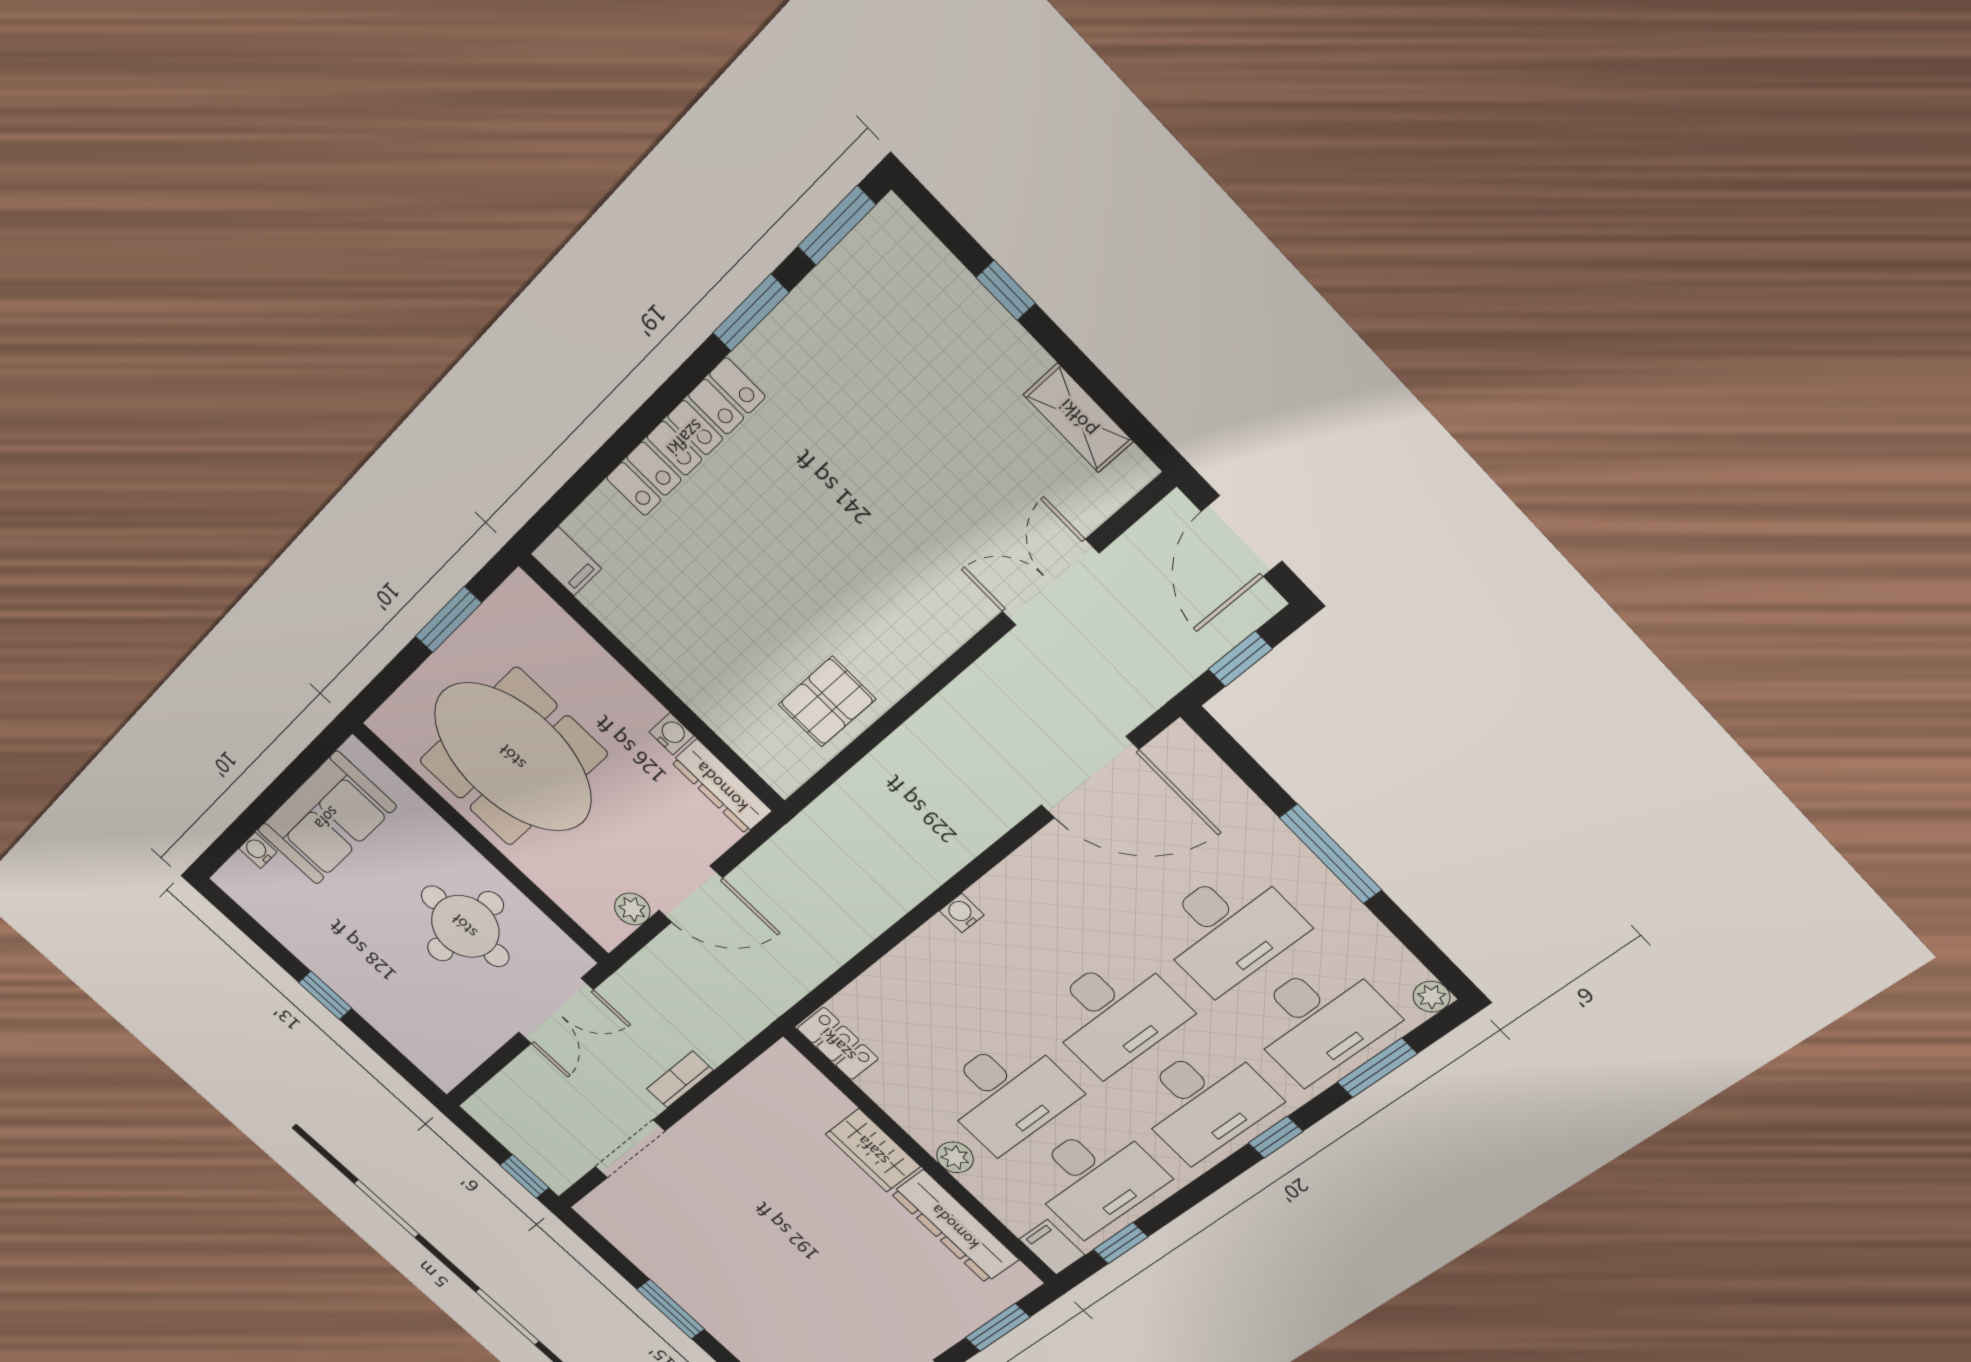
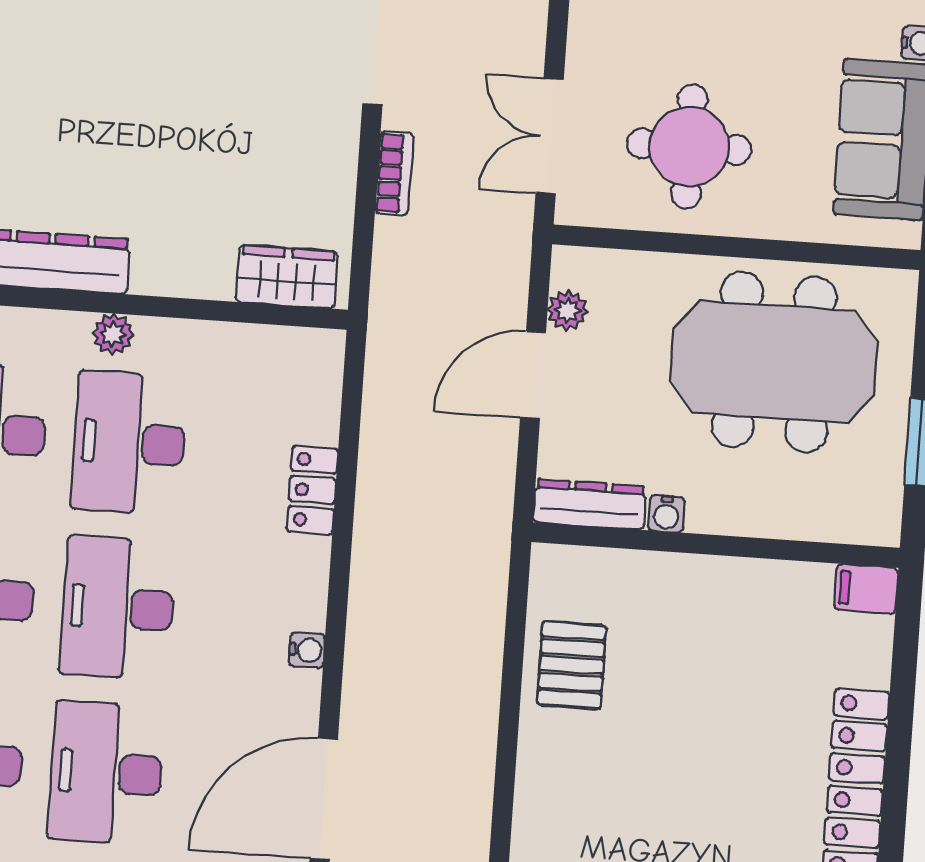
water cooler: (962, 913) -> (307, 650), moved
locker: (838, 1044) -> (312, 490), moved, turned 90
wardrobe: (873, 1150) -> (287, 277), moved

